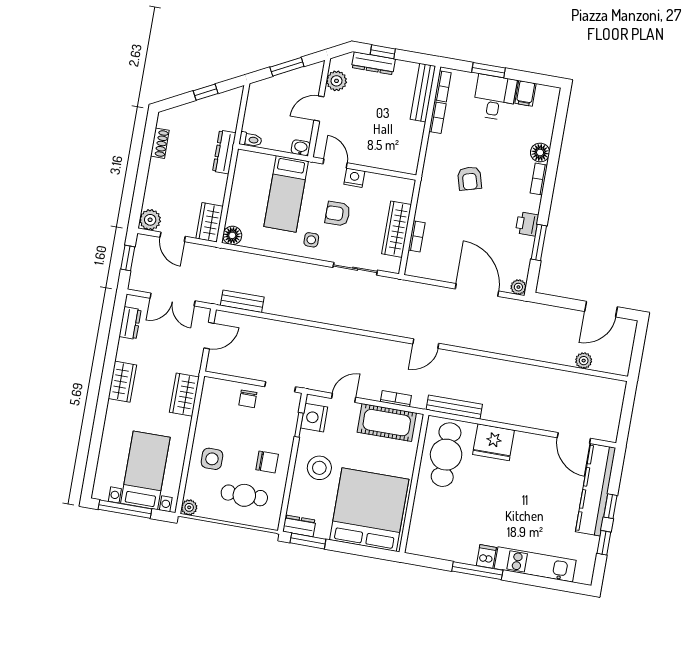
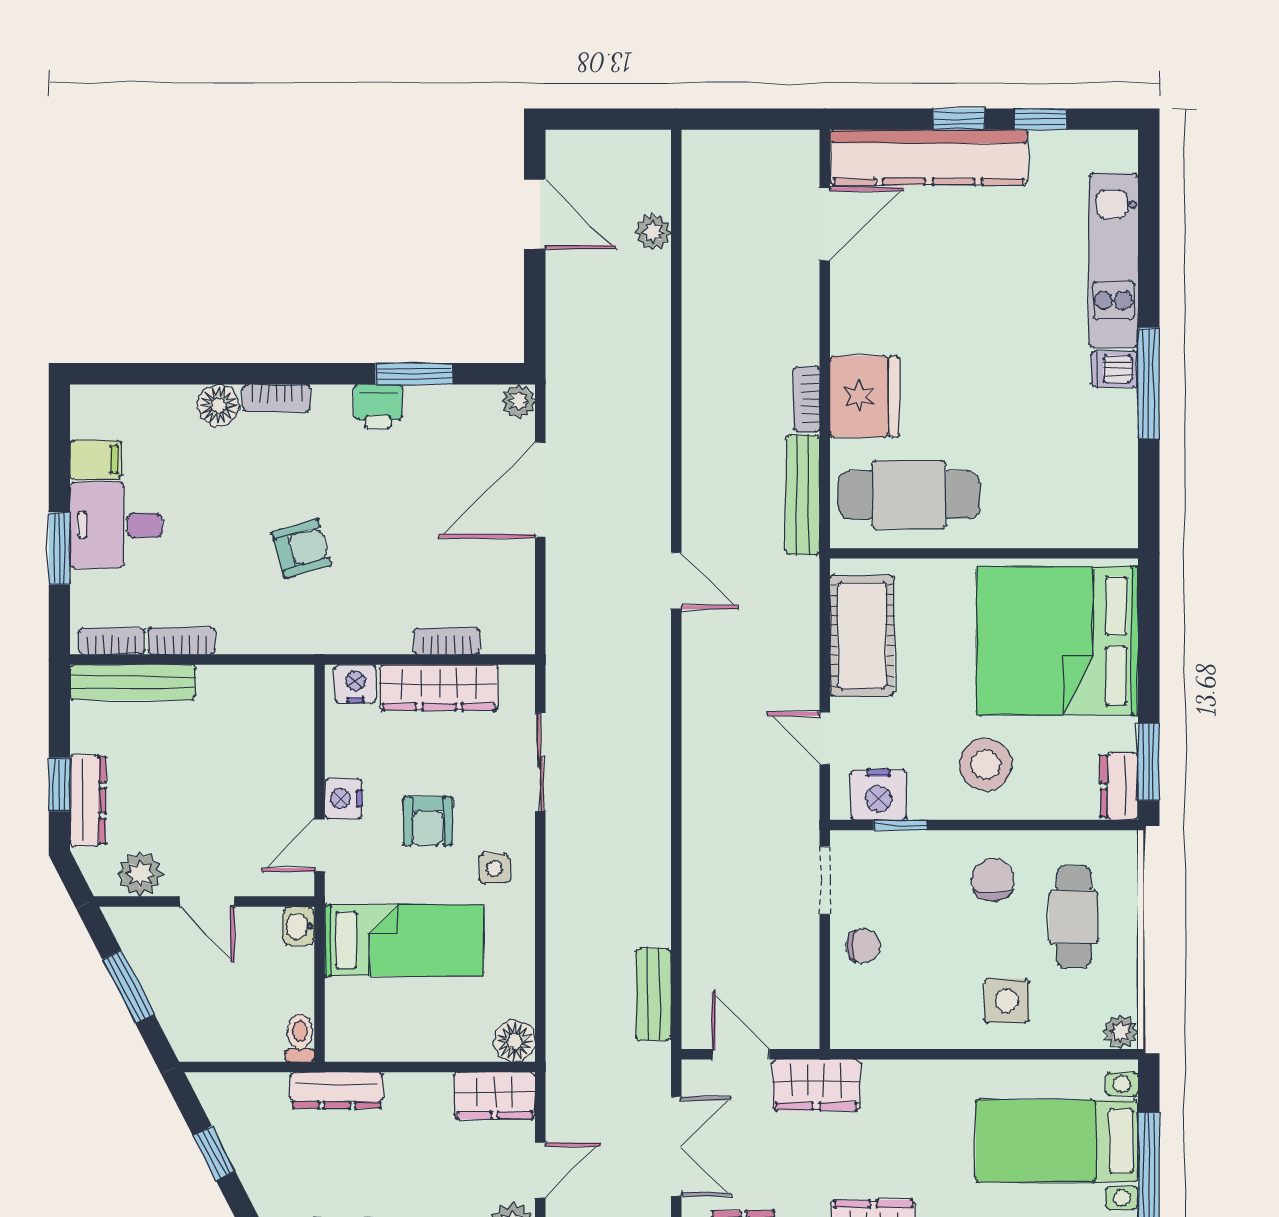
nightstand: (405, 192) -> (356, 684), added
wardrobe: (184, 395) -> (816, 1085), moved
bookcase: (396, 399) -> (807, 399), moved

